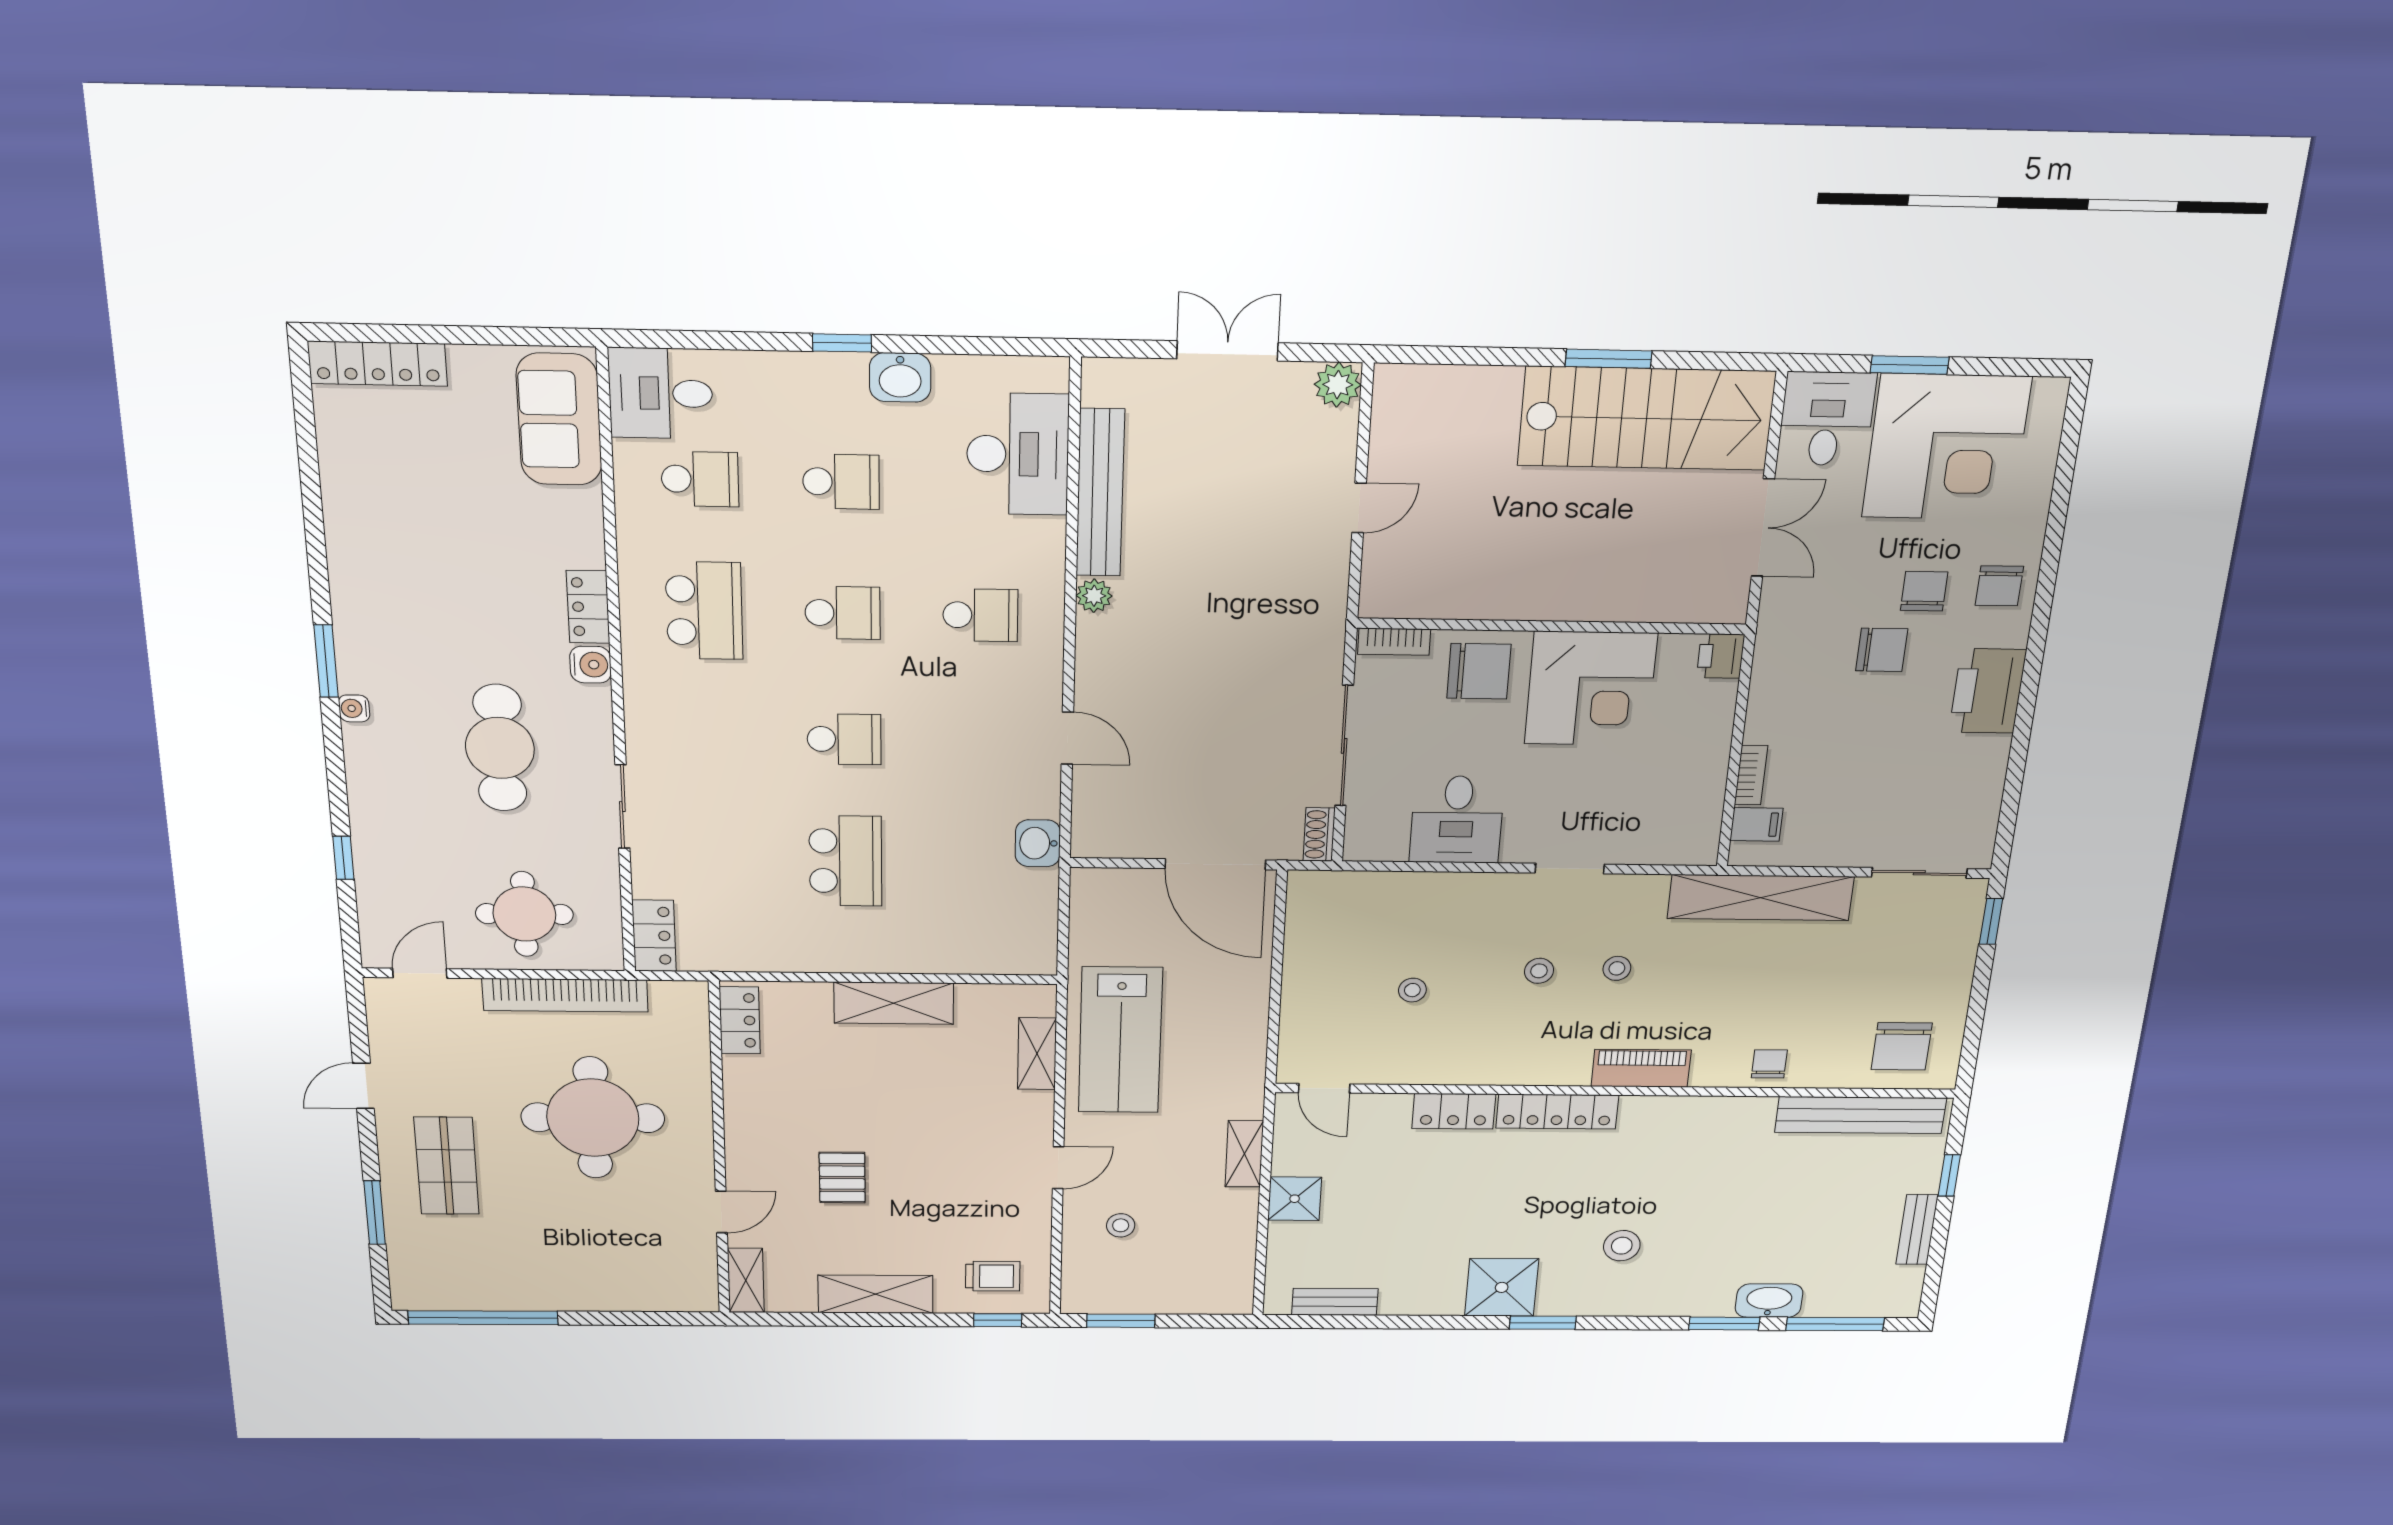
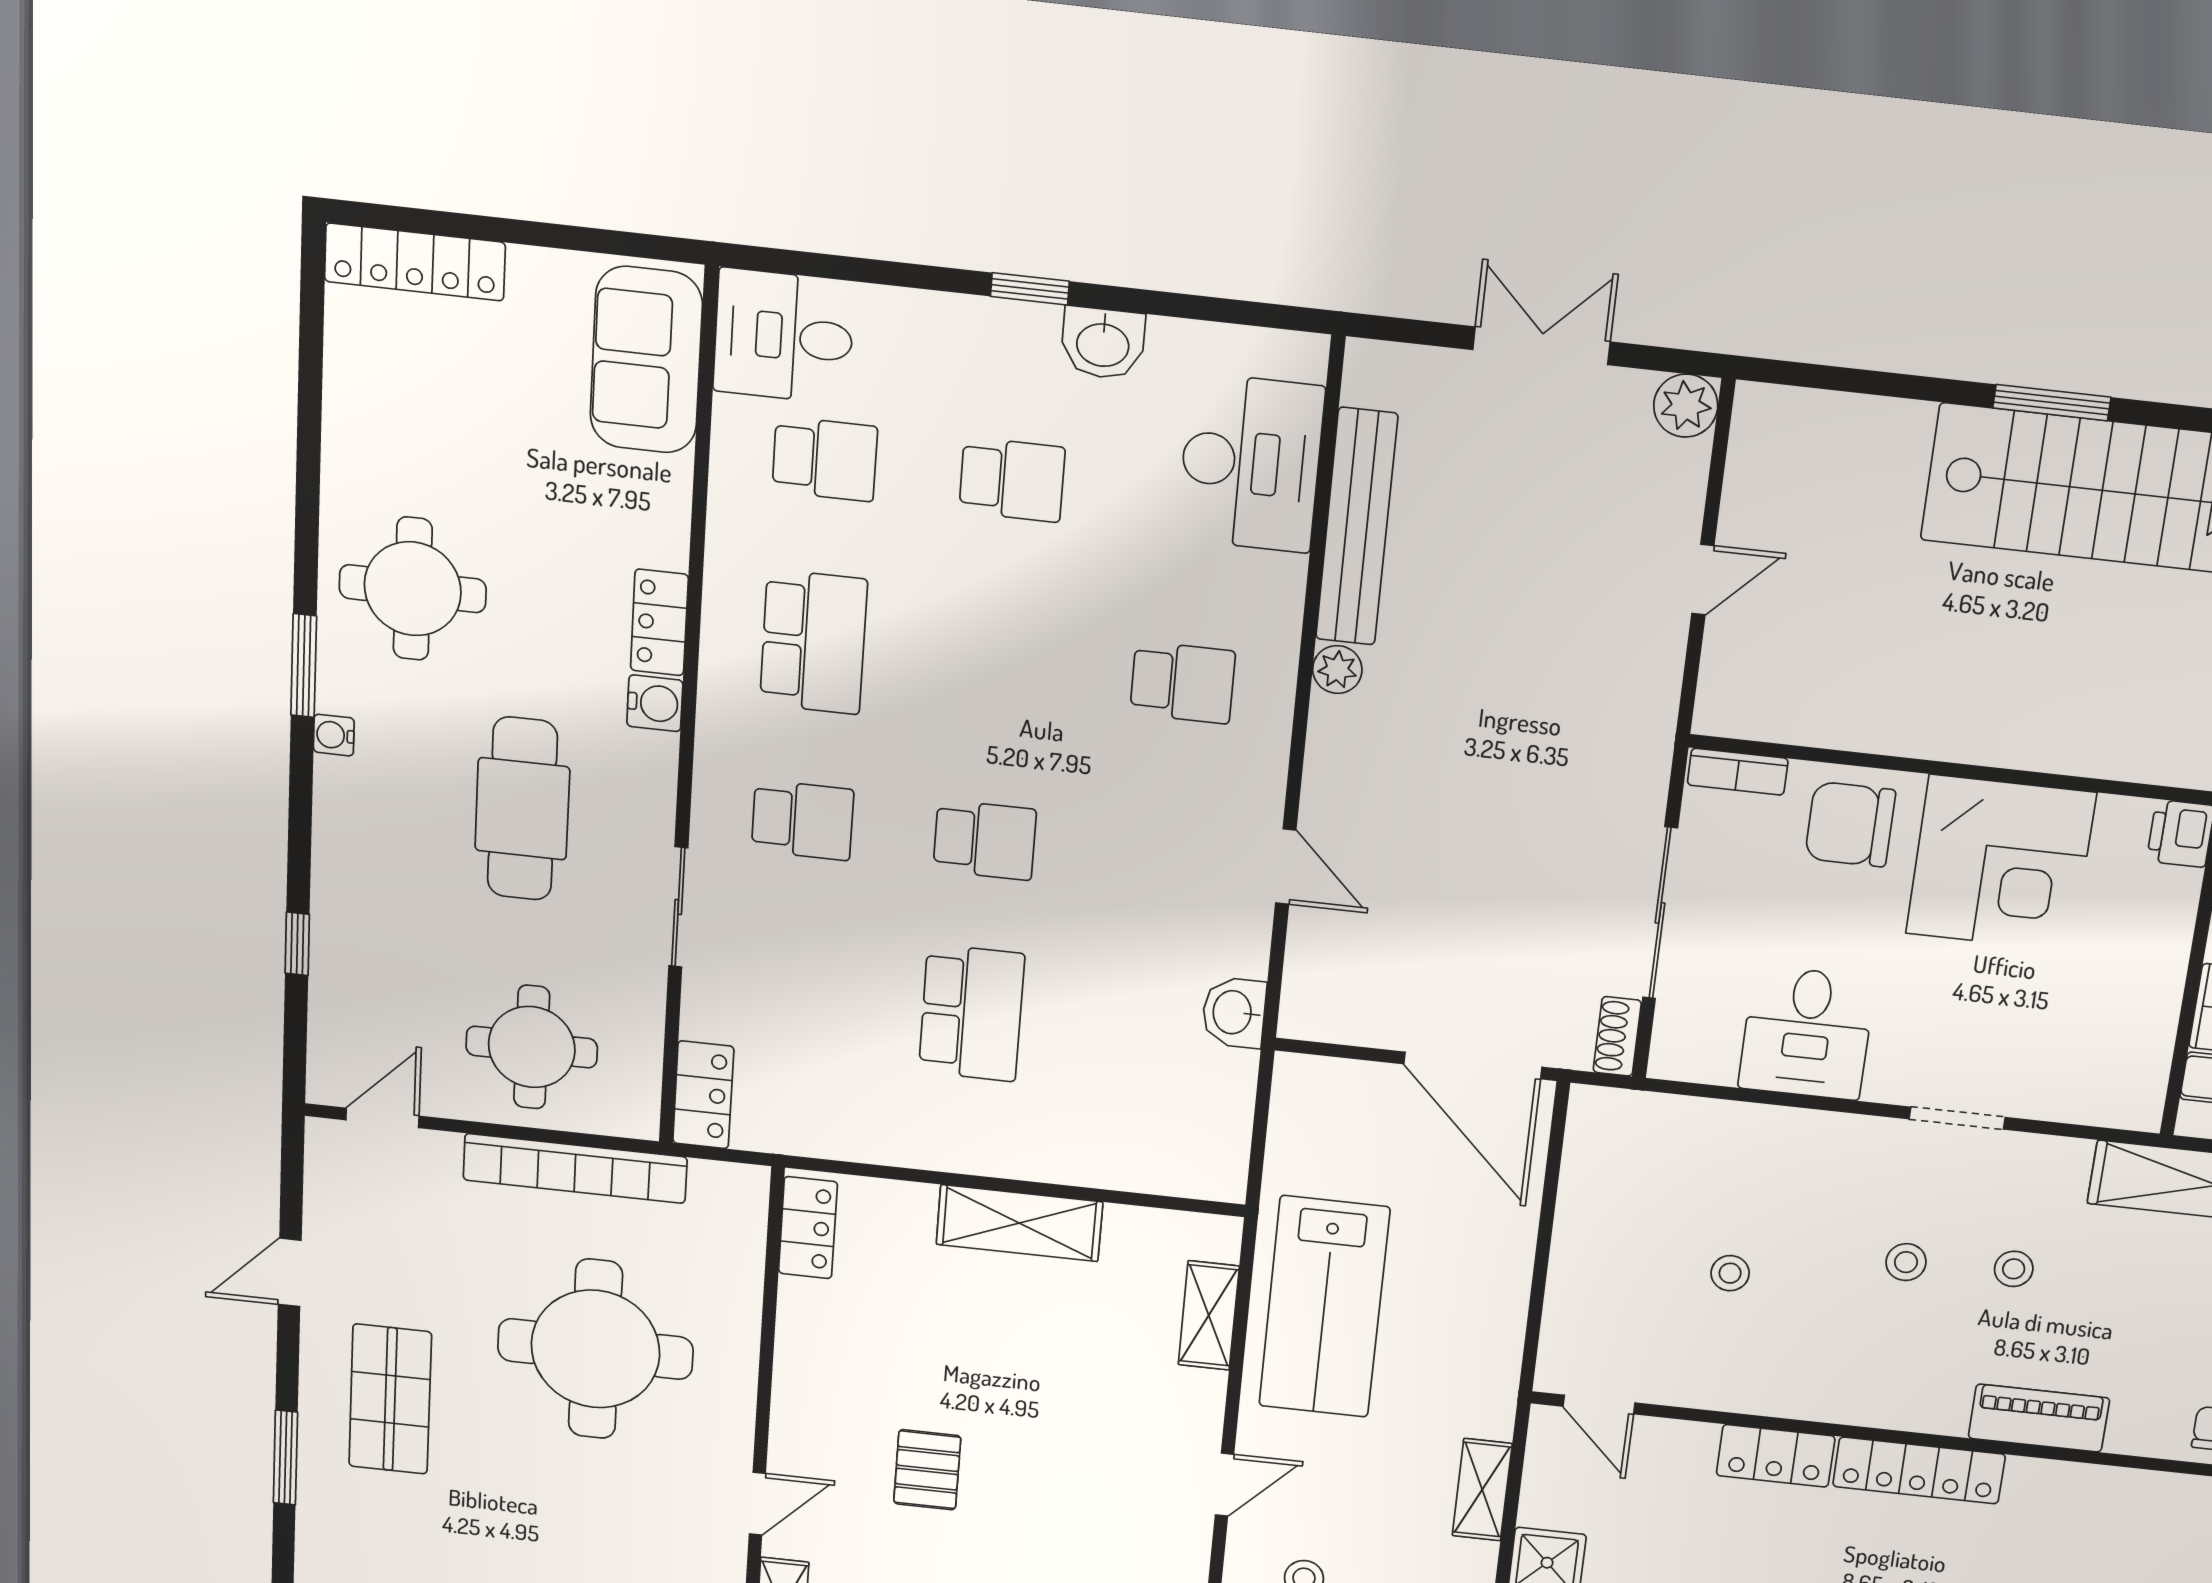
round table: (401, 599) -> (413, 589), added
school desk: (843, 613) -> (803, 820), moved
chair: (1479, 671) -> (1850, 824), turned 180

